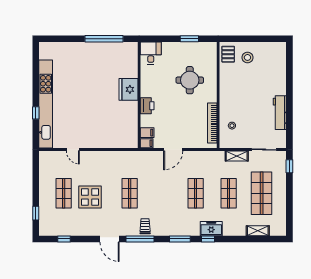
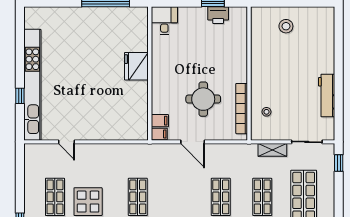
pallet: (228, 54) -> (262, 22), removed
round table: (190, 80) -> (203, 99), moved
printer: (147, 106) -> (218, 15), moved, turned 90
door: (173, 150) -> (193, 142), hinge flipped

